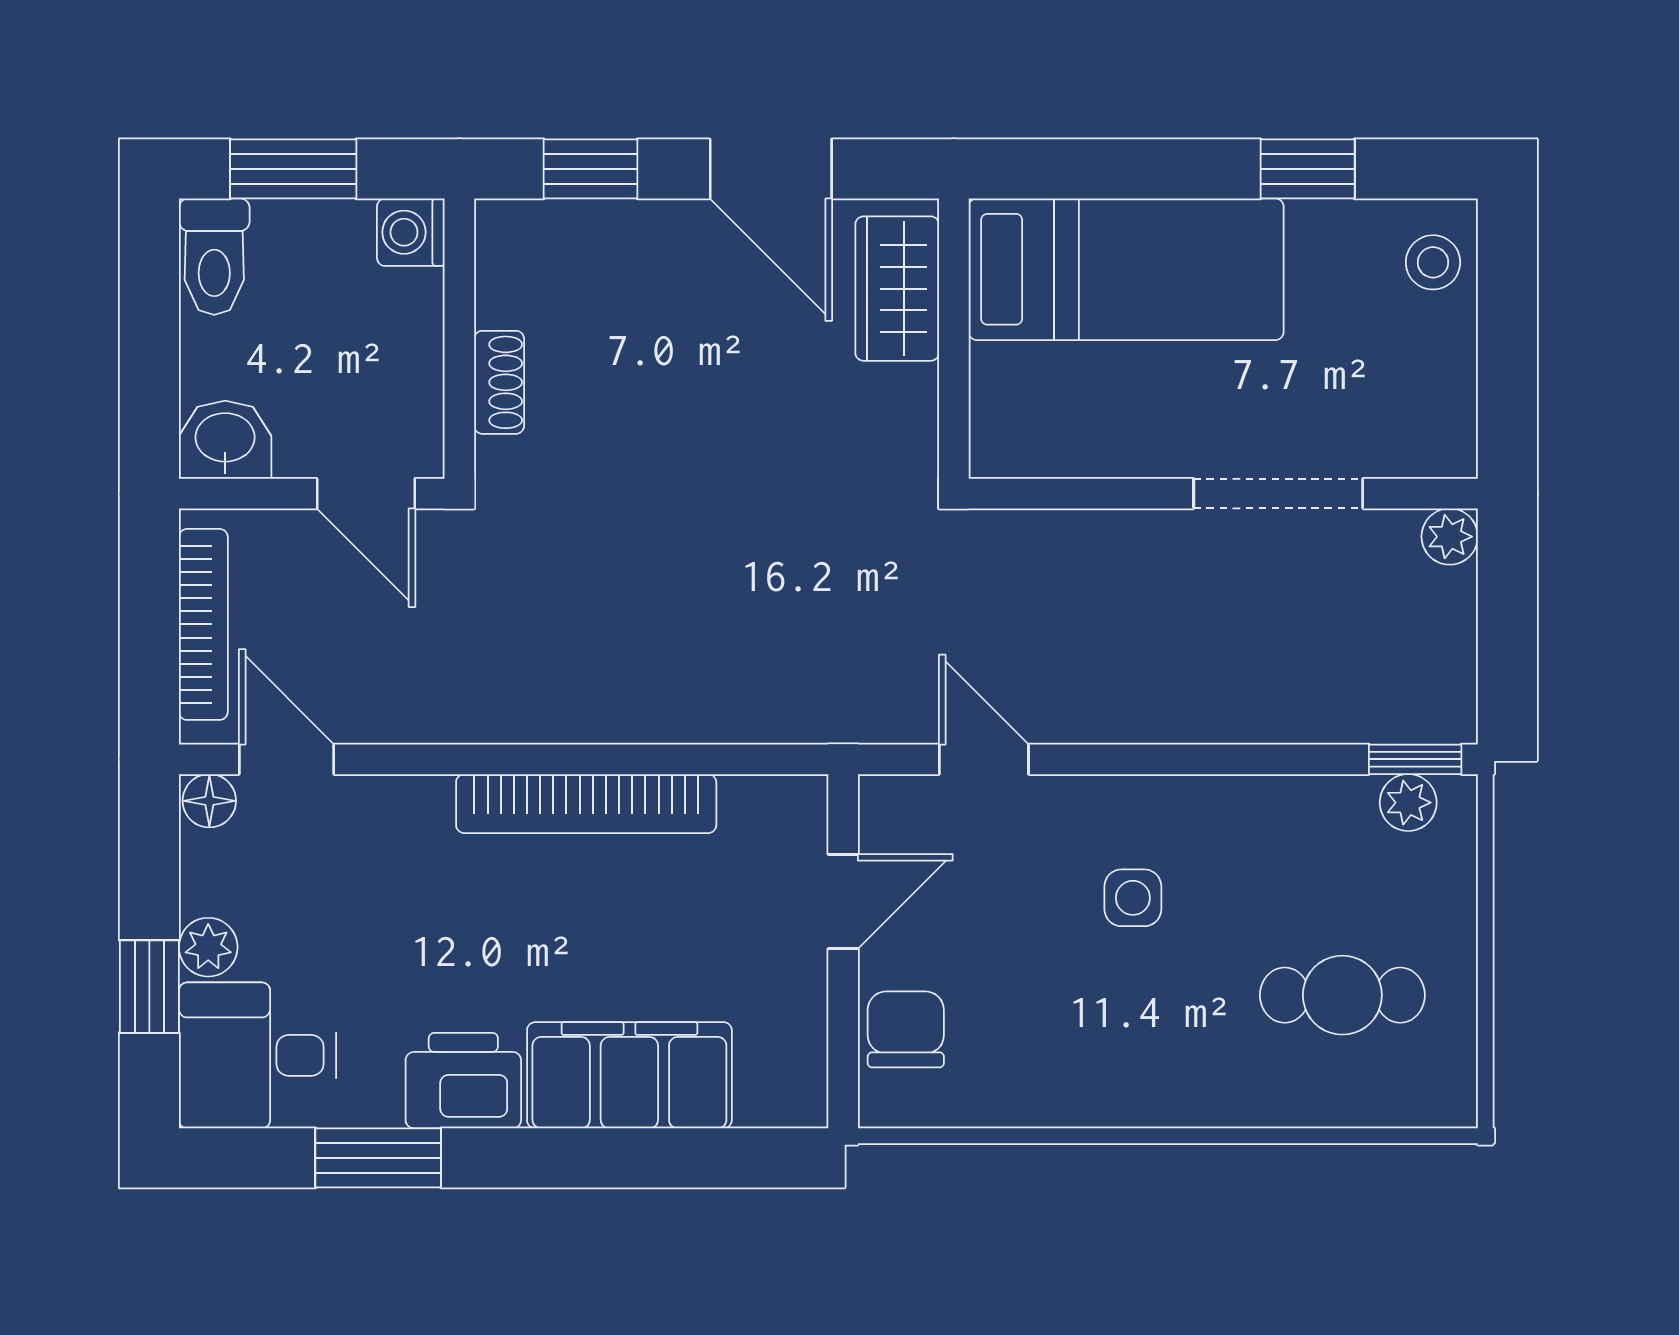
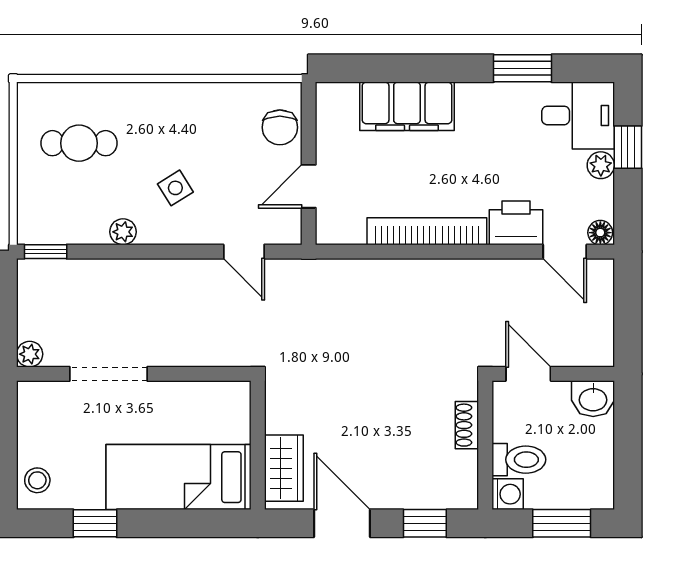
toilet: (214, 257) -> (519, 460), moved, turned 90
bookcase: (203, 624) -> (603, 314), removed
plant: (1408, 803) -> (123, 232), moved
side table: (1133, 898) -> (175, 188), turned -32
printer: (463, 1081) -> (516, 223), moved, turned 180

